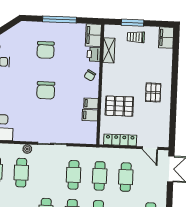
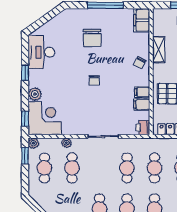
shelving: (109, 50) -> (159, 49), moved
printer: (94, 54) -> (143, 128), moved
chair: (46, 90) -> (94, 80), width x0.54, depth x0.54
plant: (27, 149) -> (66, 143), moved

